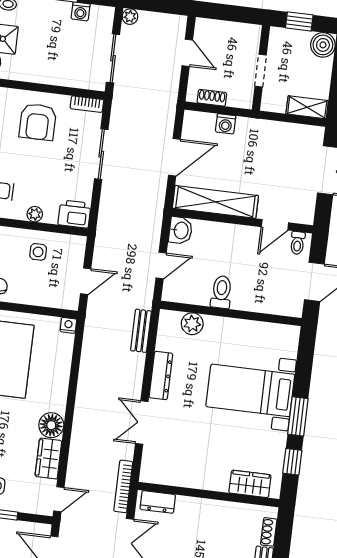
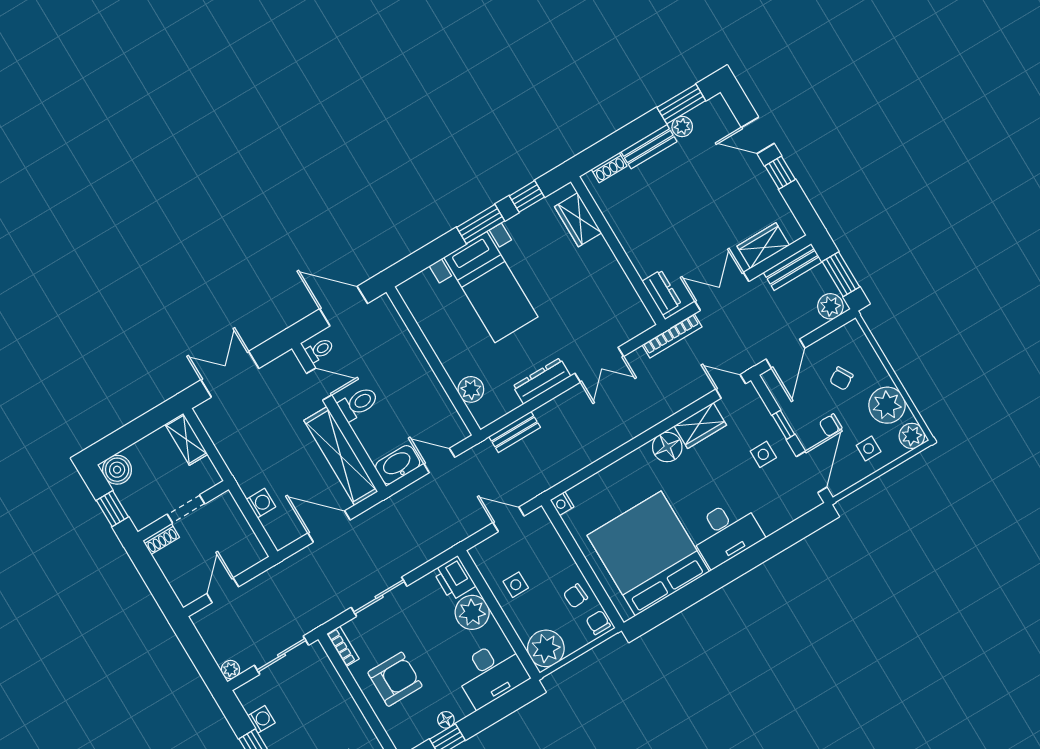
shoe rack: (212, 98) -> (161, 539), moved, turned -90
plant: (35, 214) -> (472, 612), width x1.87, depth x1.87
washbasin: (181, 230) -> (398, 465), width x1.38
toilet: (221, 292) -> (358, 404), moved, turned 180

